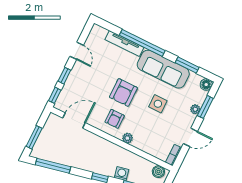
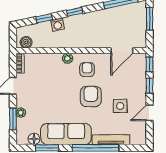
door: (77, 51) -> (150, 113), hinge flipped
floor lamp: (206, 85) -> (34, 139), moved
side table: (158, 104) -> (120, 106), moved

